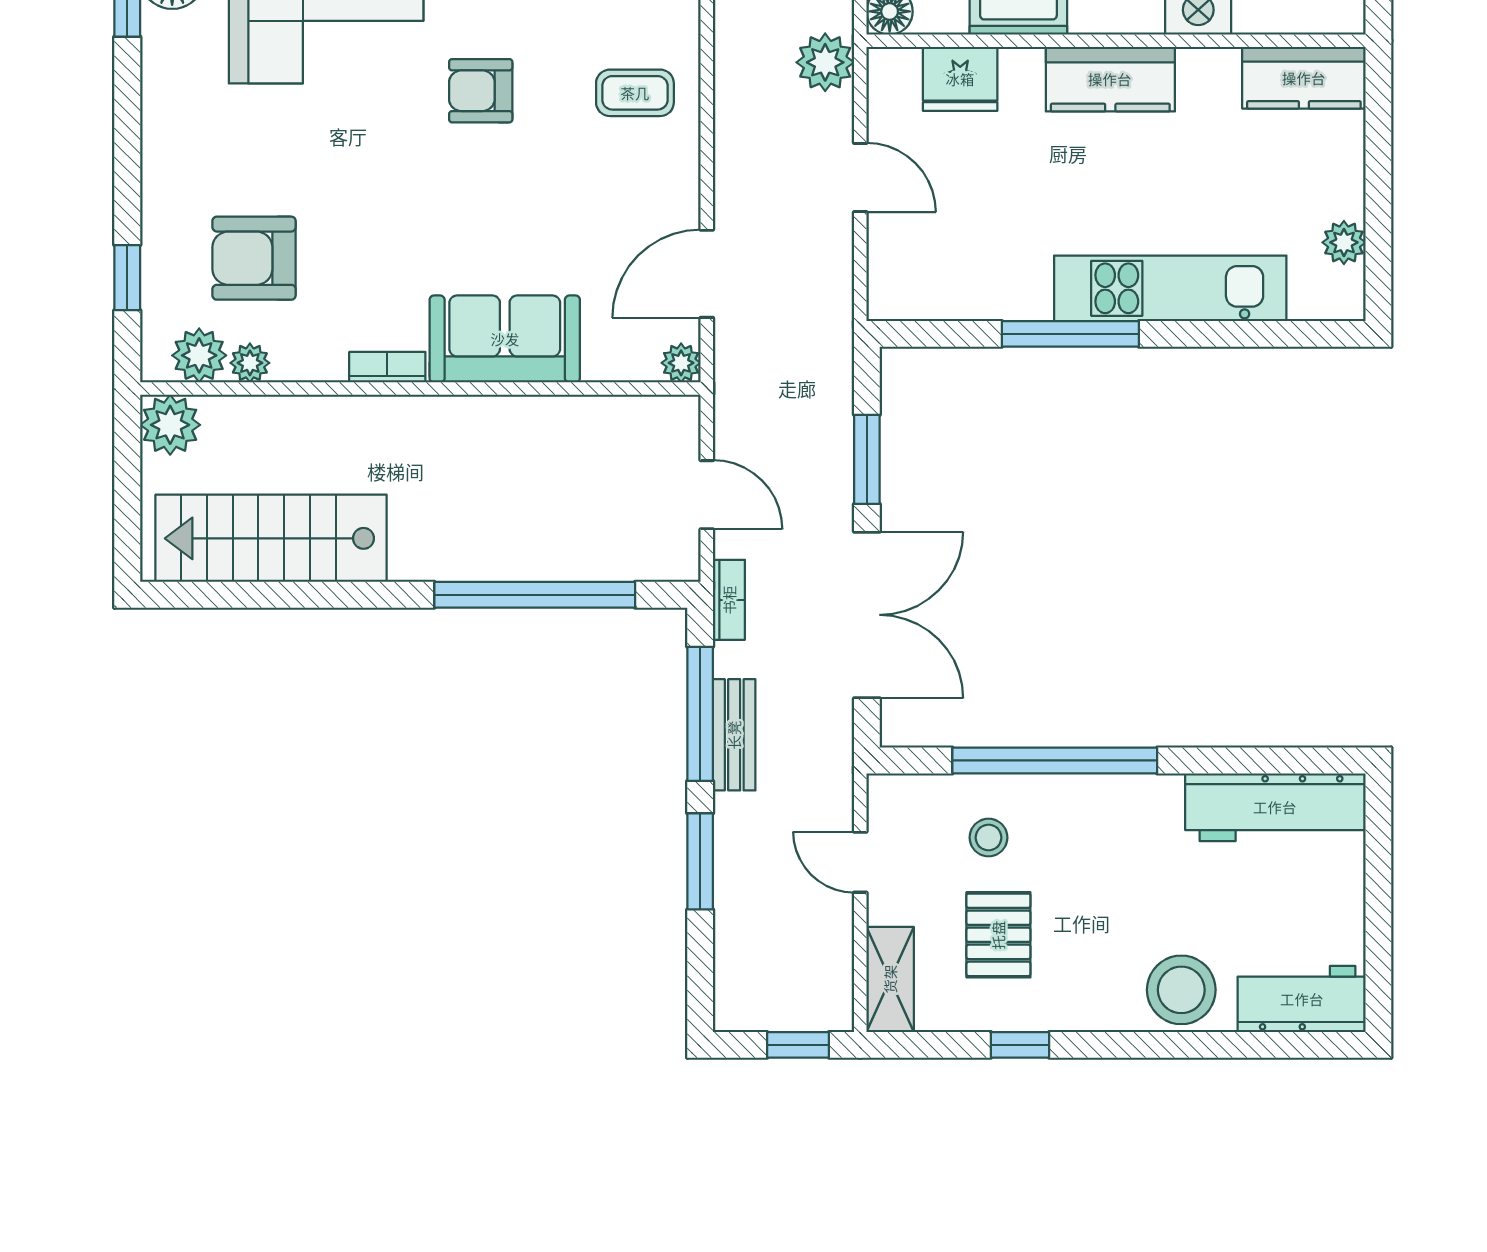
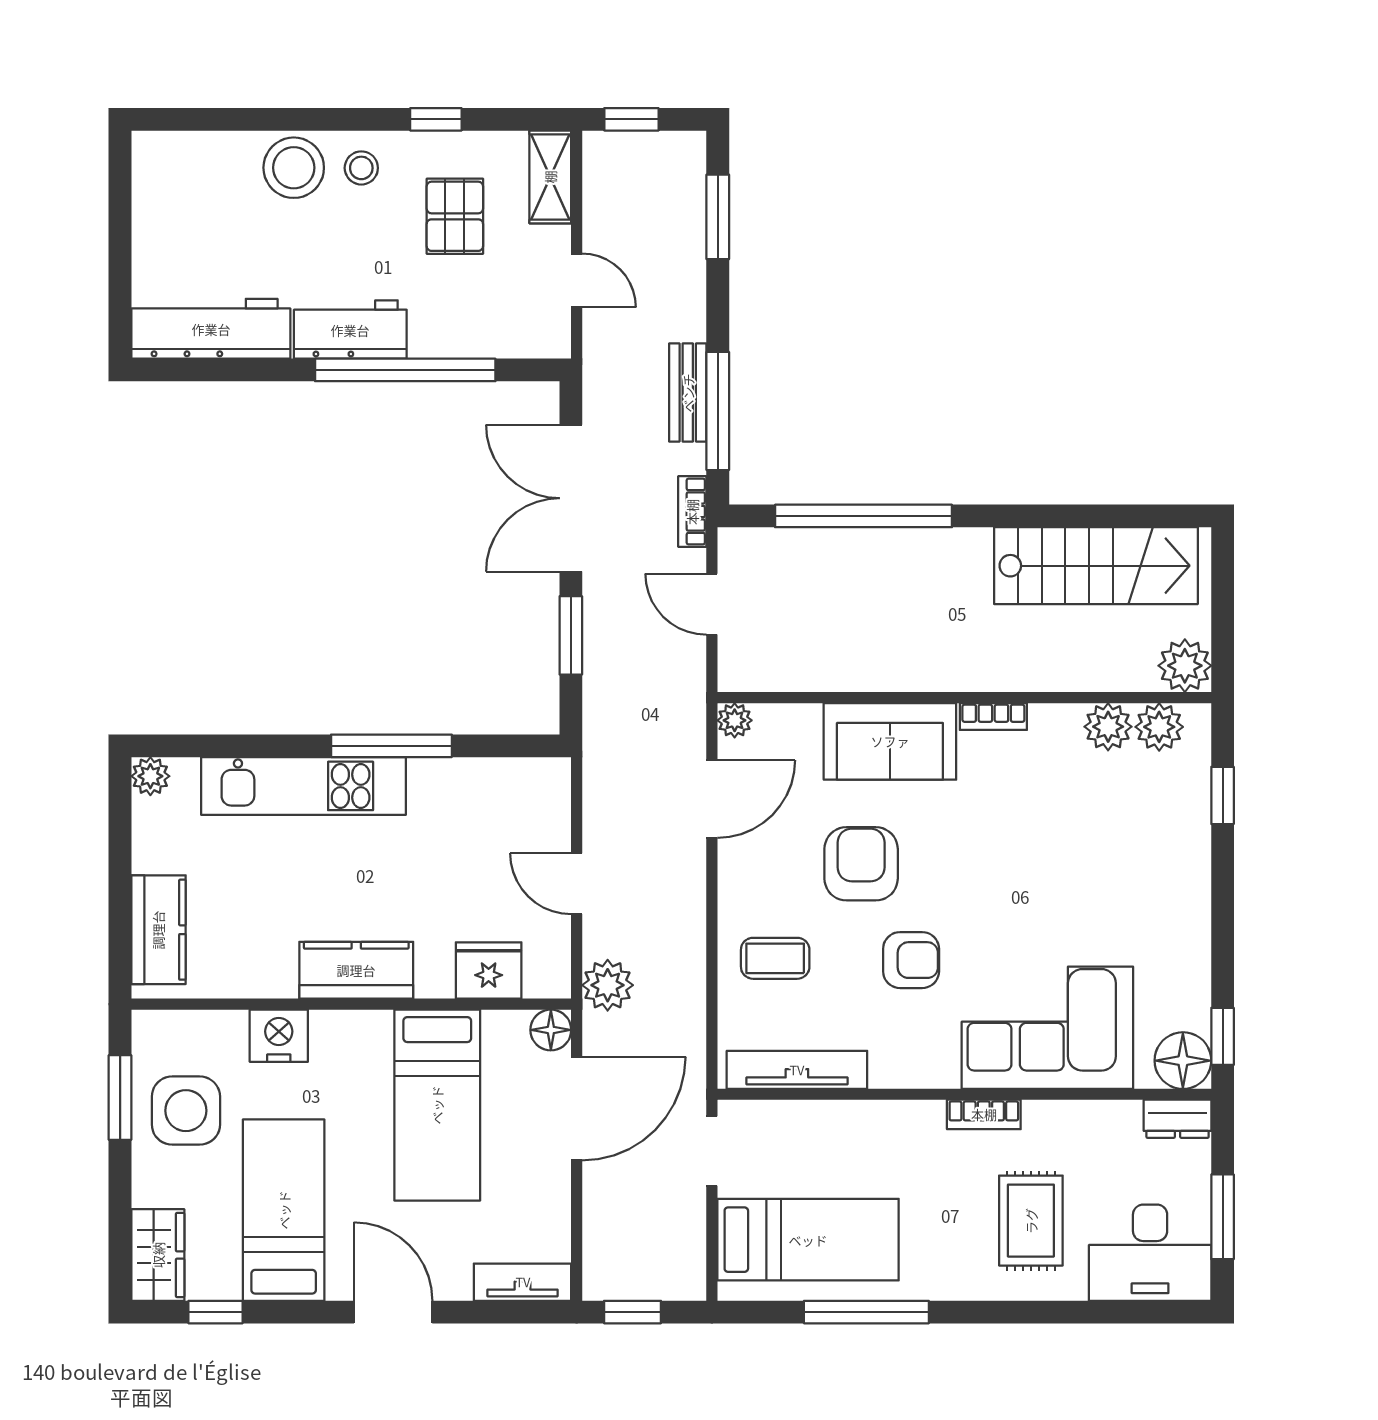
kitchen counter: (1304, 78) -> (158, 930), moved, turned 90
plant: (1344, 242) -> (150, 776), moved
armchair: (254, 258) -> (861, 864), moved, turned -90
plant: (250, 363) -> (1108, 727), width x1.38, depth x1.38
stool: (989, 838) -> (361, 168), moved
window: (700, 861) -> (718, 217), moved
workbench: (1302, 999) -> (350, 330), moved, turned 180

